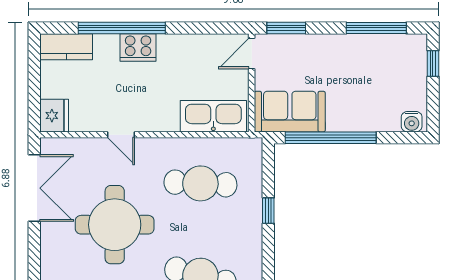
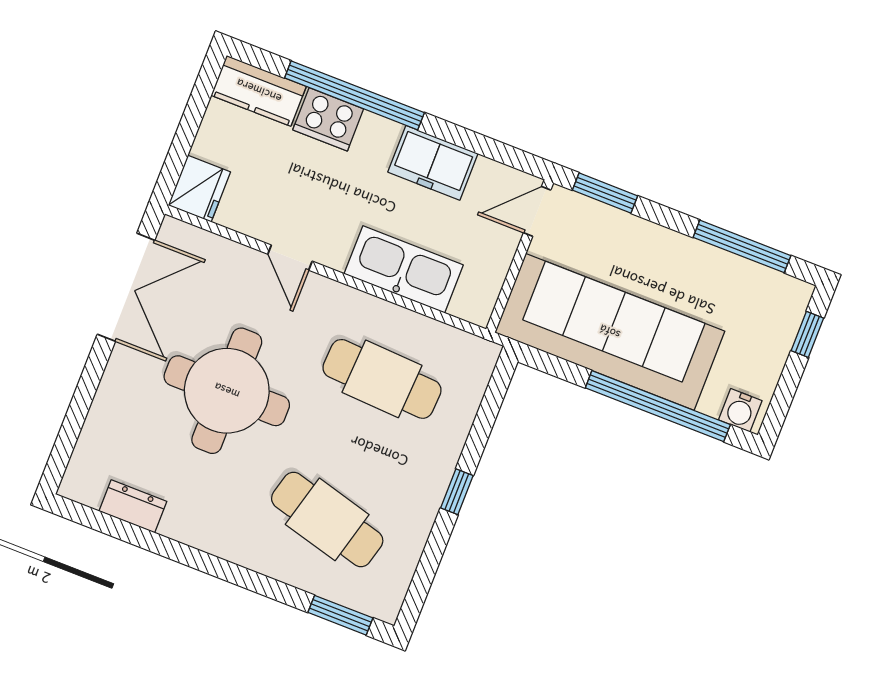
cooker: (138, 47) -> (328, 119), moved
freezer: (181, 49) -> (433, 163), added
sofa: (290, 112) -> (610, 332), width x1.85, depth x1.27
kitchen sink: (213, 116) -> (404, 269), moved
window: (331, 138) -> (658, 406), moved
window: (268, 211) -> (457, 492), moved

